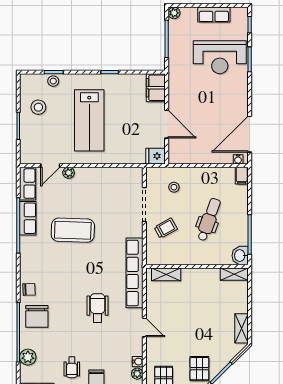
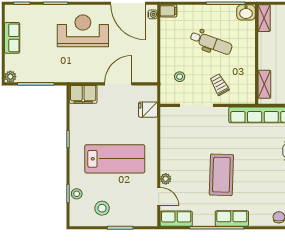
reception desk: (220, 57) -> (83, 31), moved, turned -90
fridge: (155, 156) -> (148, 110), moved, turned 90
row of seats: (28, 218) -> (232, 218), moved
dental chair: (209, 220) -> (211, 43), turned 180

